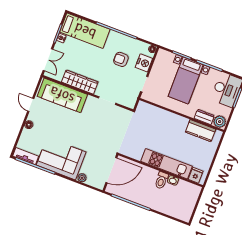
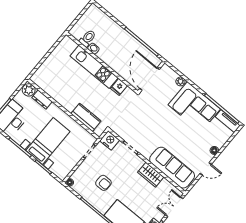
nightstand: (144, 63) -> (110, 140), moved, turned 90
wardrobe: (80, 82) -> (151, 175), width x0.67
door: (31, 105) -> (206, 169), hinge flipped
kitchen counter: (201, 131) -> (86, 117), moved
door: (111, 170) -> (149, 79), hinge flipped
fridge: (196, 175) -> (119, 87), moved
toilet: (161, 180) -> (88, 38), moved

